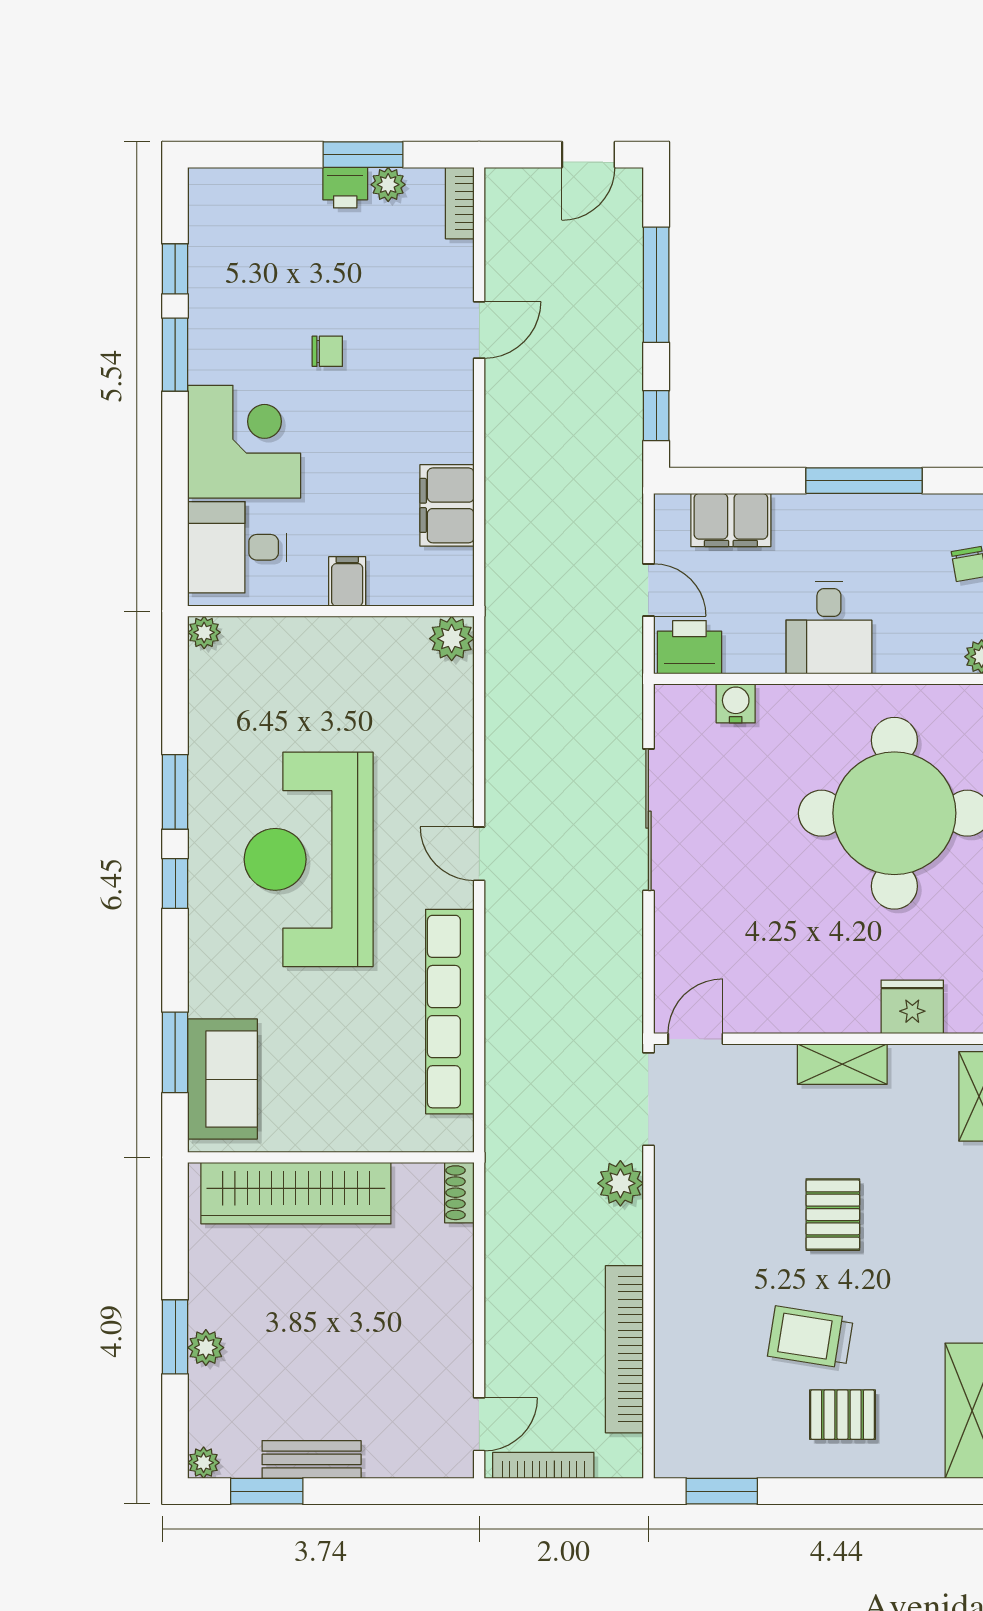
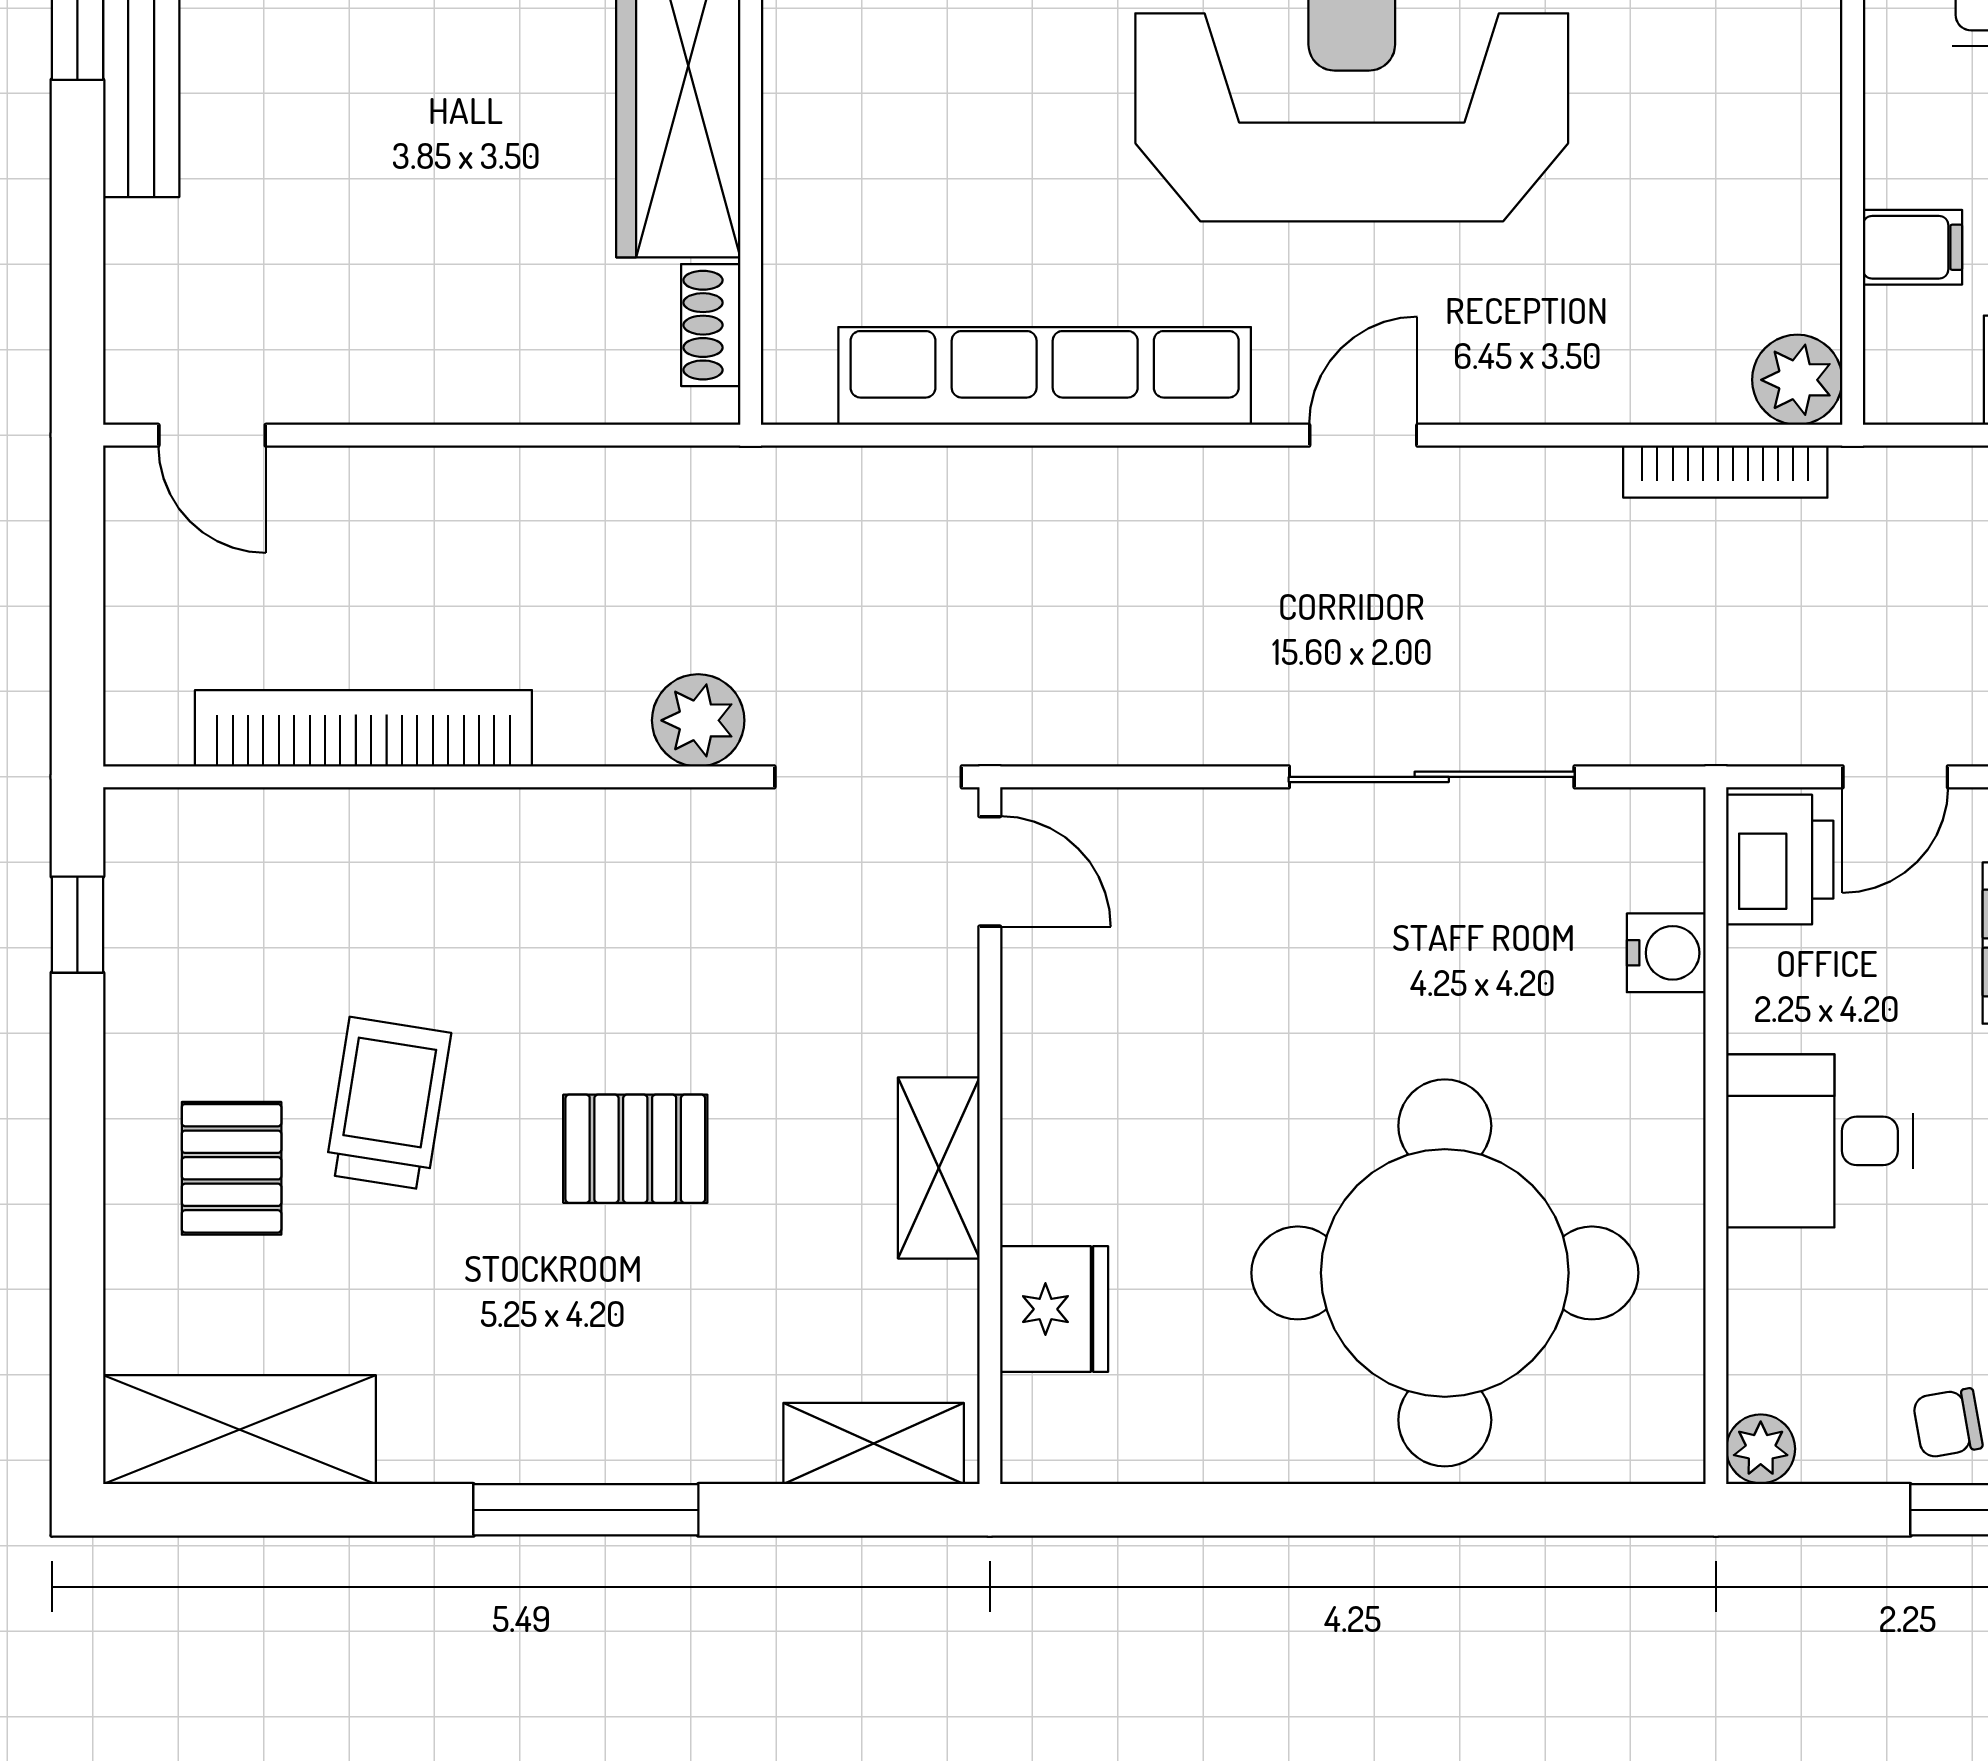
filing cabinet: (347, 581) -> (1913, 247), moved
shoe rack: (459, 1193) -> (711, 325), moved, turned -90
bookcase: (543, 1465) -> (1725, 472), moved, turned 90
window: (722, 1491) -> (77, 925), width x0.67

